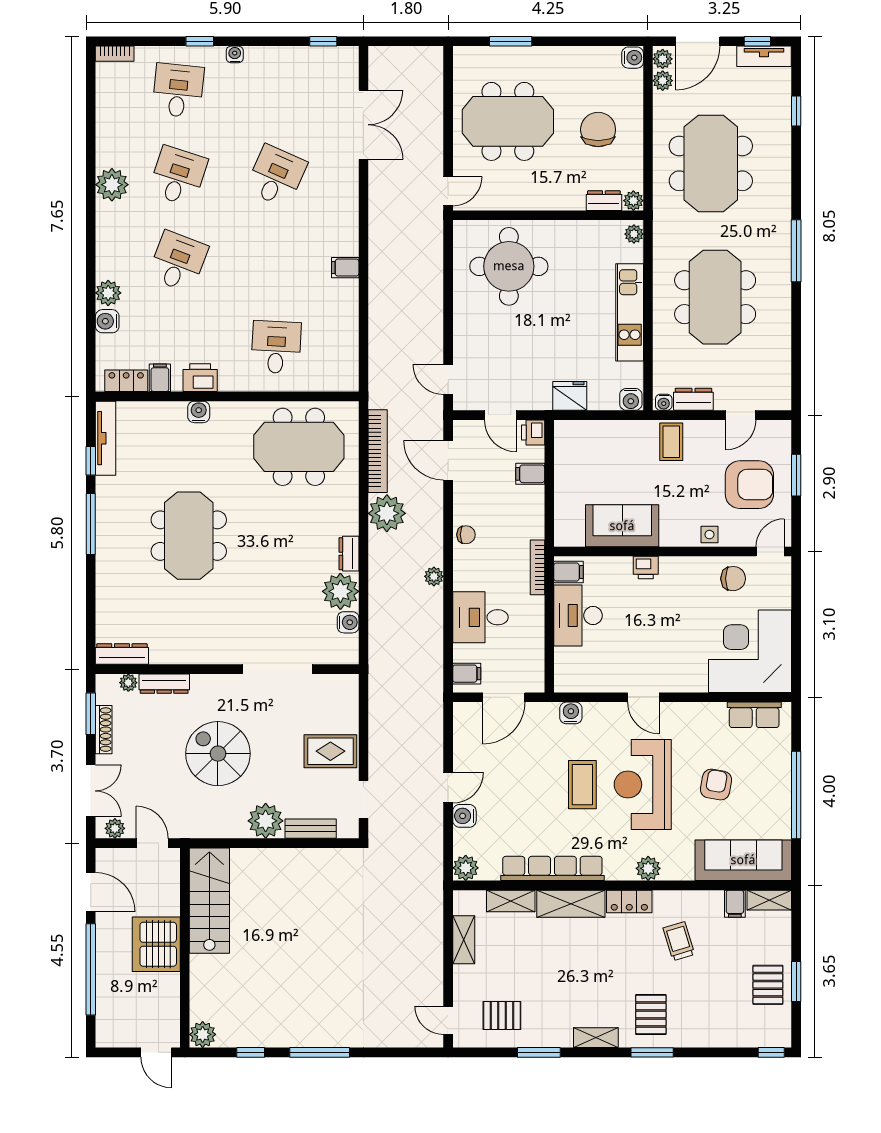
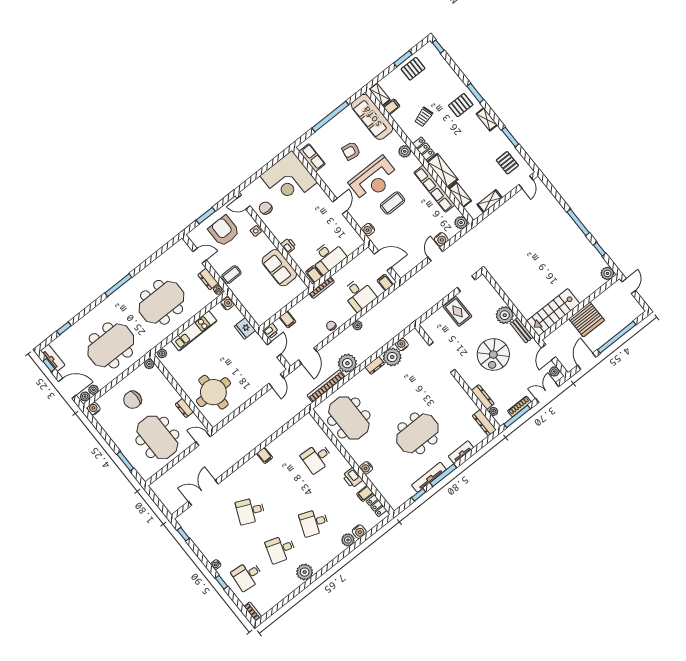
dresser: (604, 201) -> (184, 408), moved
tv unit: (106, 438) -> (429, 477), moved
tv unit: (105, 581) -> (461, 452), added
window: (91, 714) -> (517, 416), width x1.44
door: (448, 788) -> (435, 254), hinge flipped
bench: (311, 829) -> (522, 330), moved

